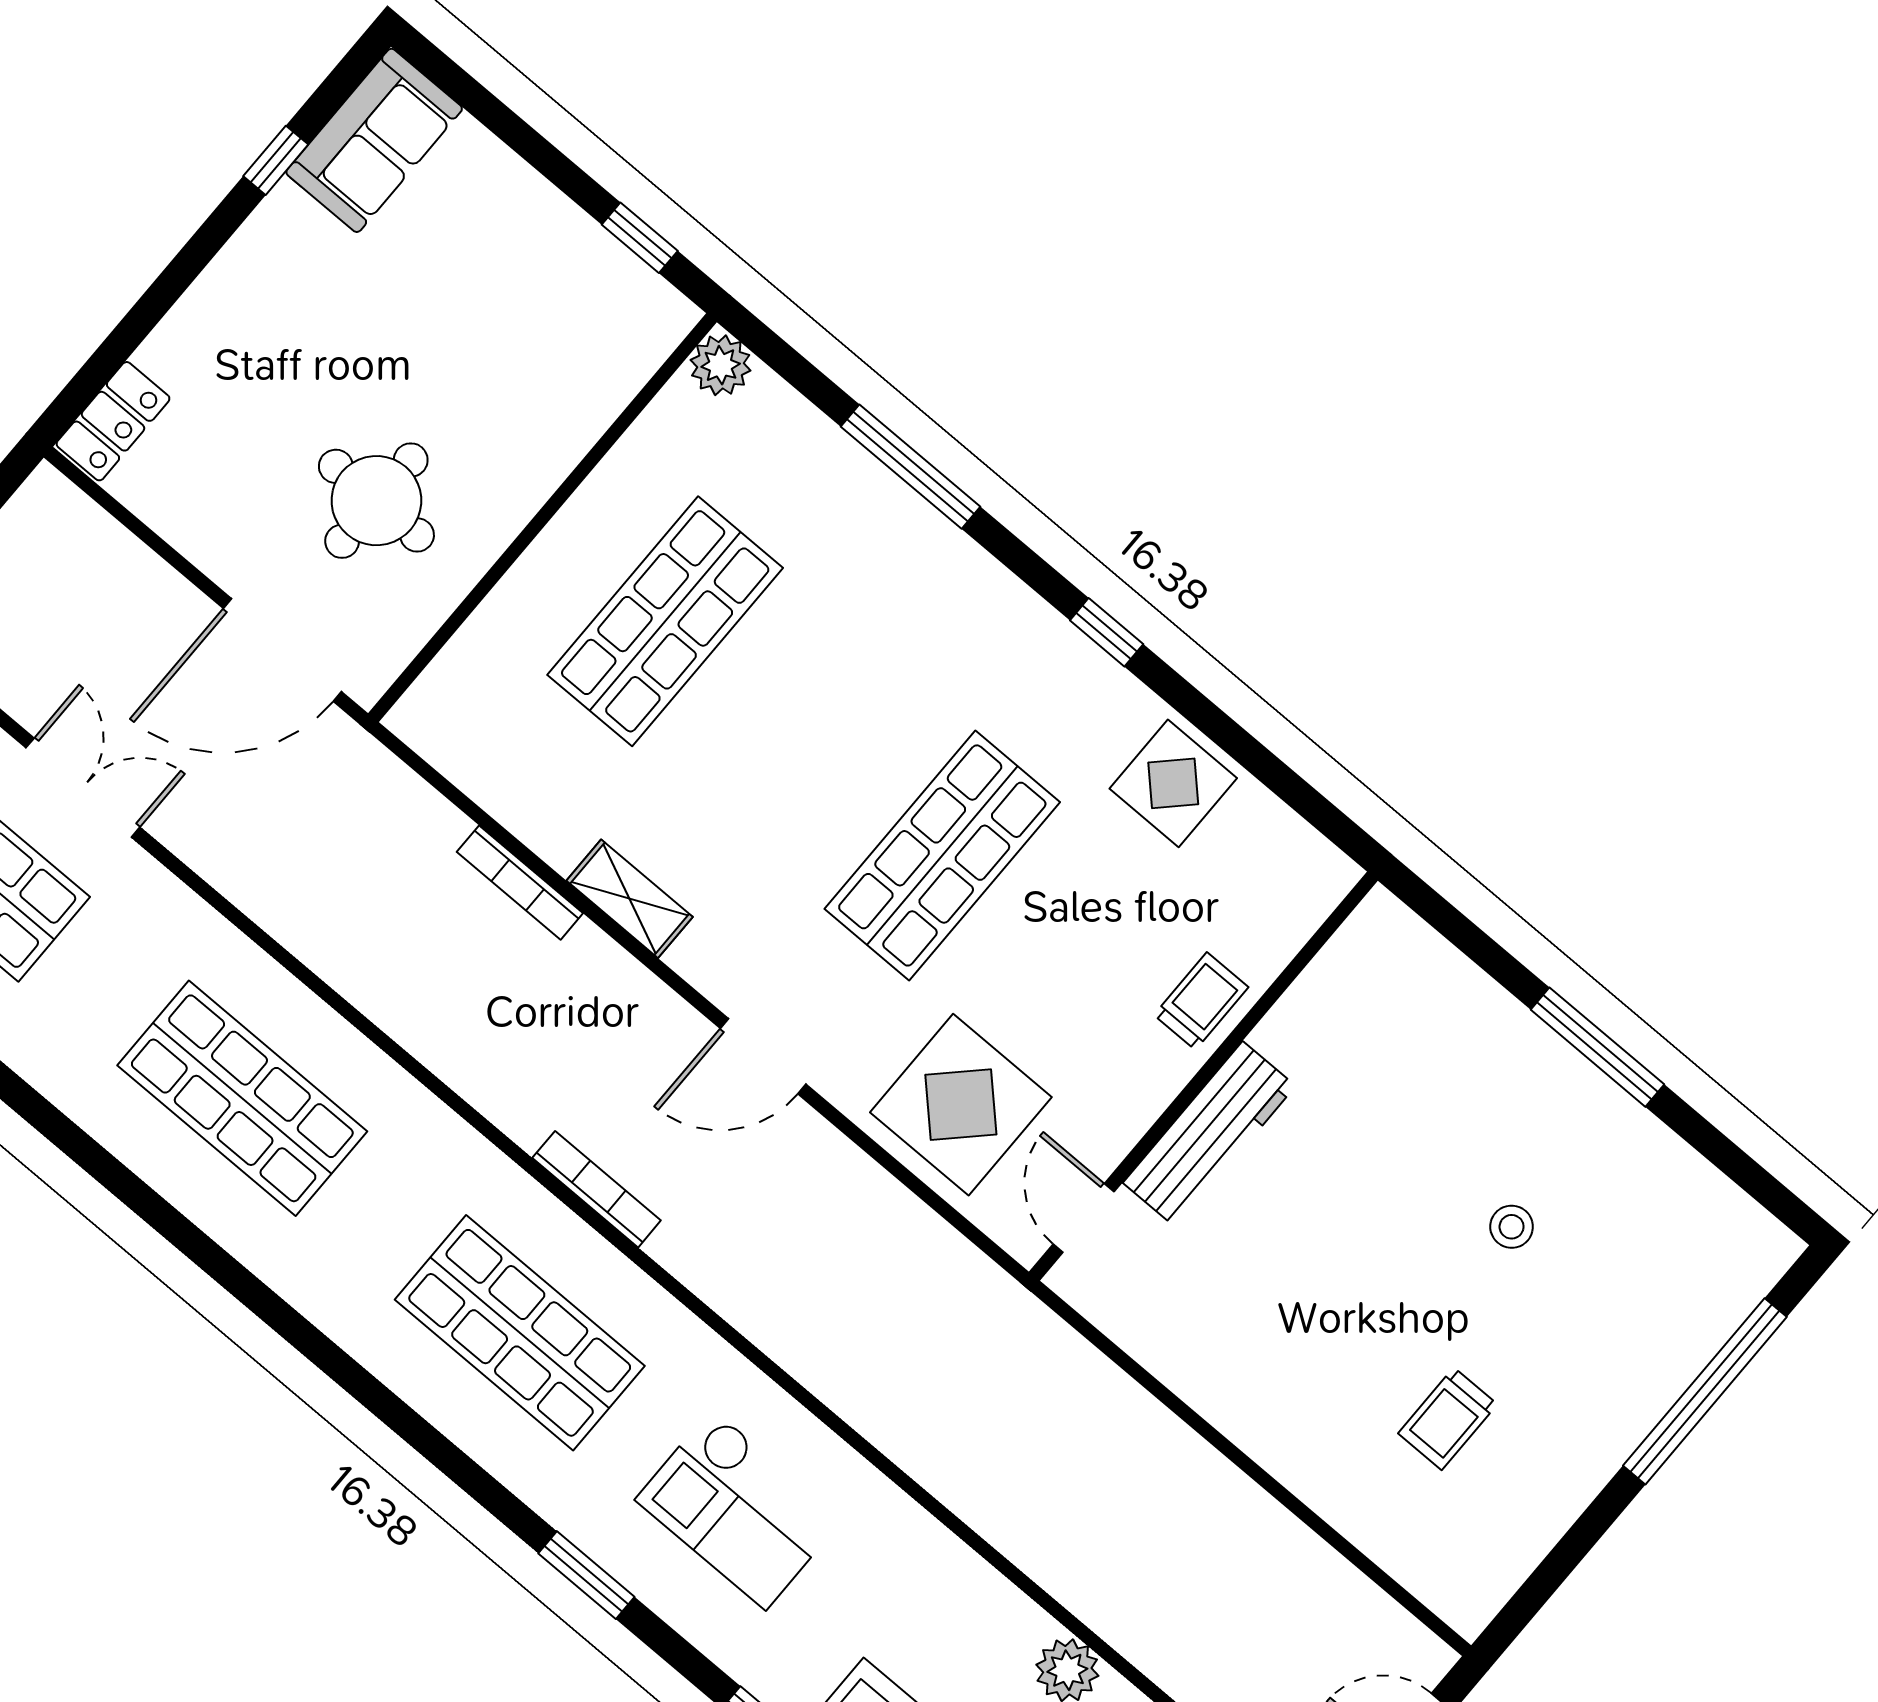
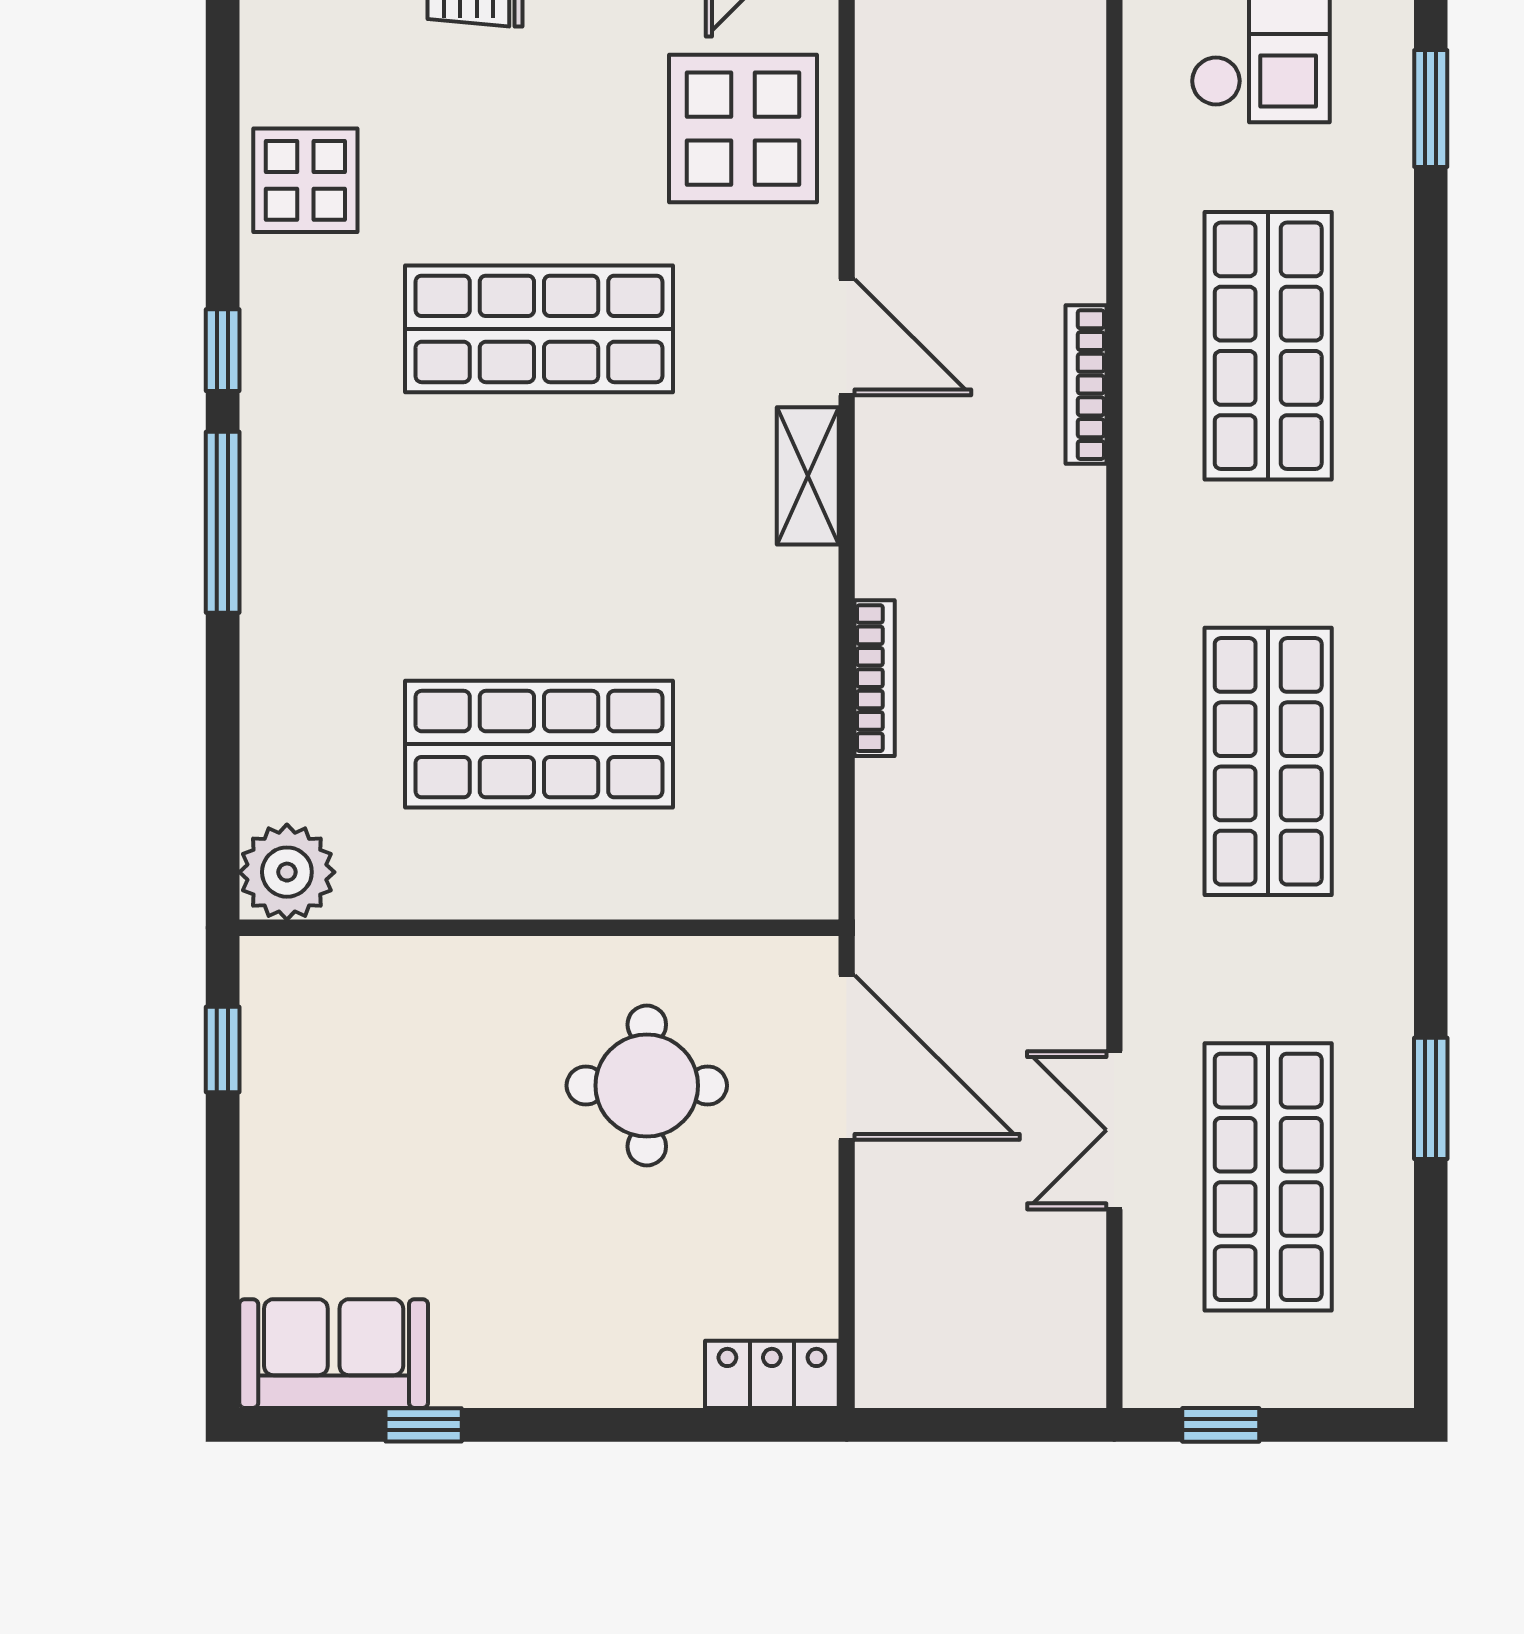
plant: (721, 365) -> (287, 872), width x1.36, depth x1.36
window: (911, 467) -> (223, 522), moved
shelving: (630, 899) -> (808, 476), moved

